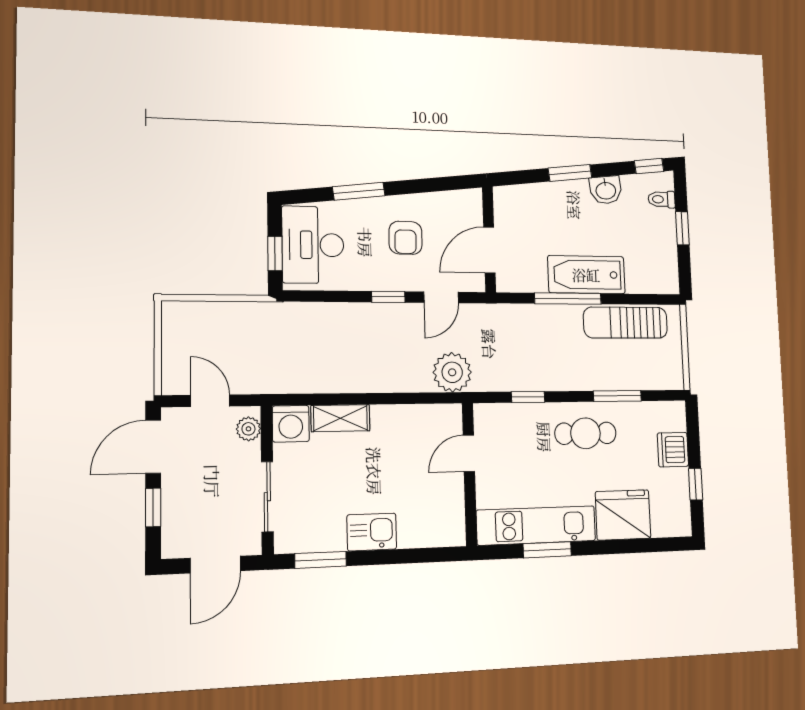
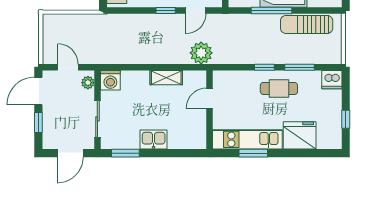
window: (528, 397) -> (264, 67), moved
shelving: (340, 418) -> (166, 78), moved
dishwasher: (673, 450) -> (332, 80), moved, turned -90

